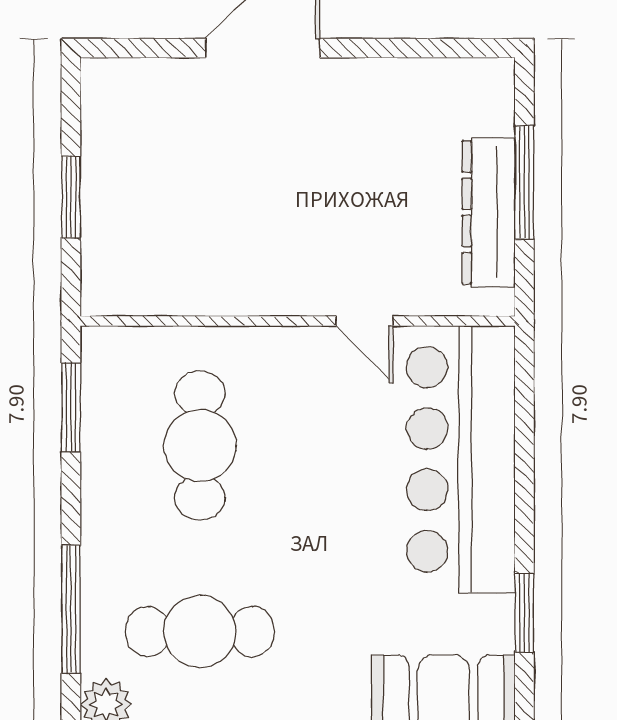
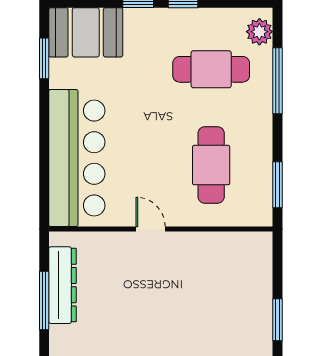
window: (71, 197) -> (277, 320), moved
door: (364, 321) -> (151, 229), moved
window: (524, 613) -> (44, 58), moved

